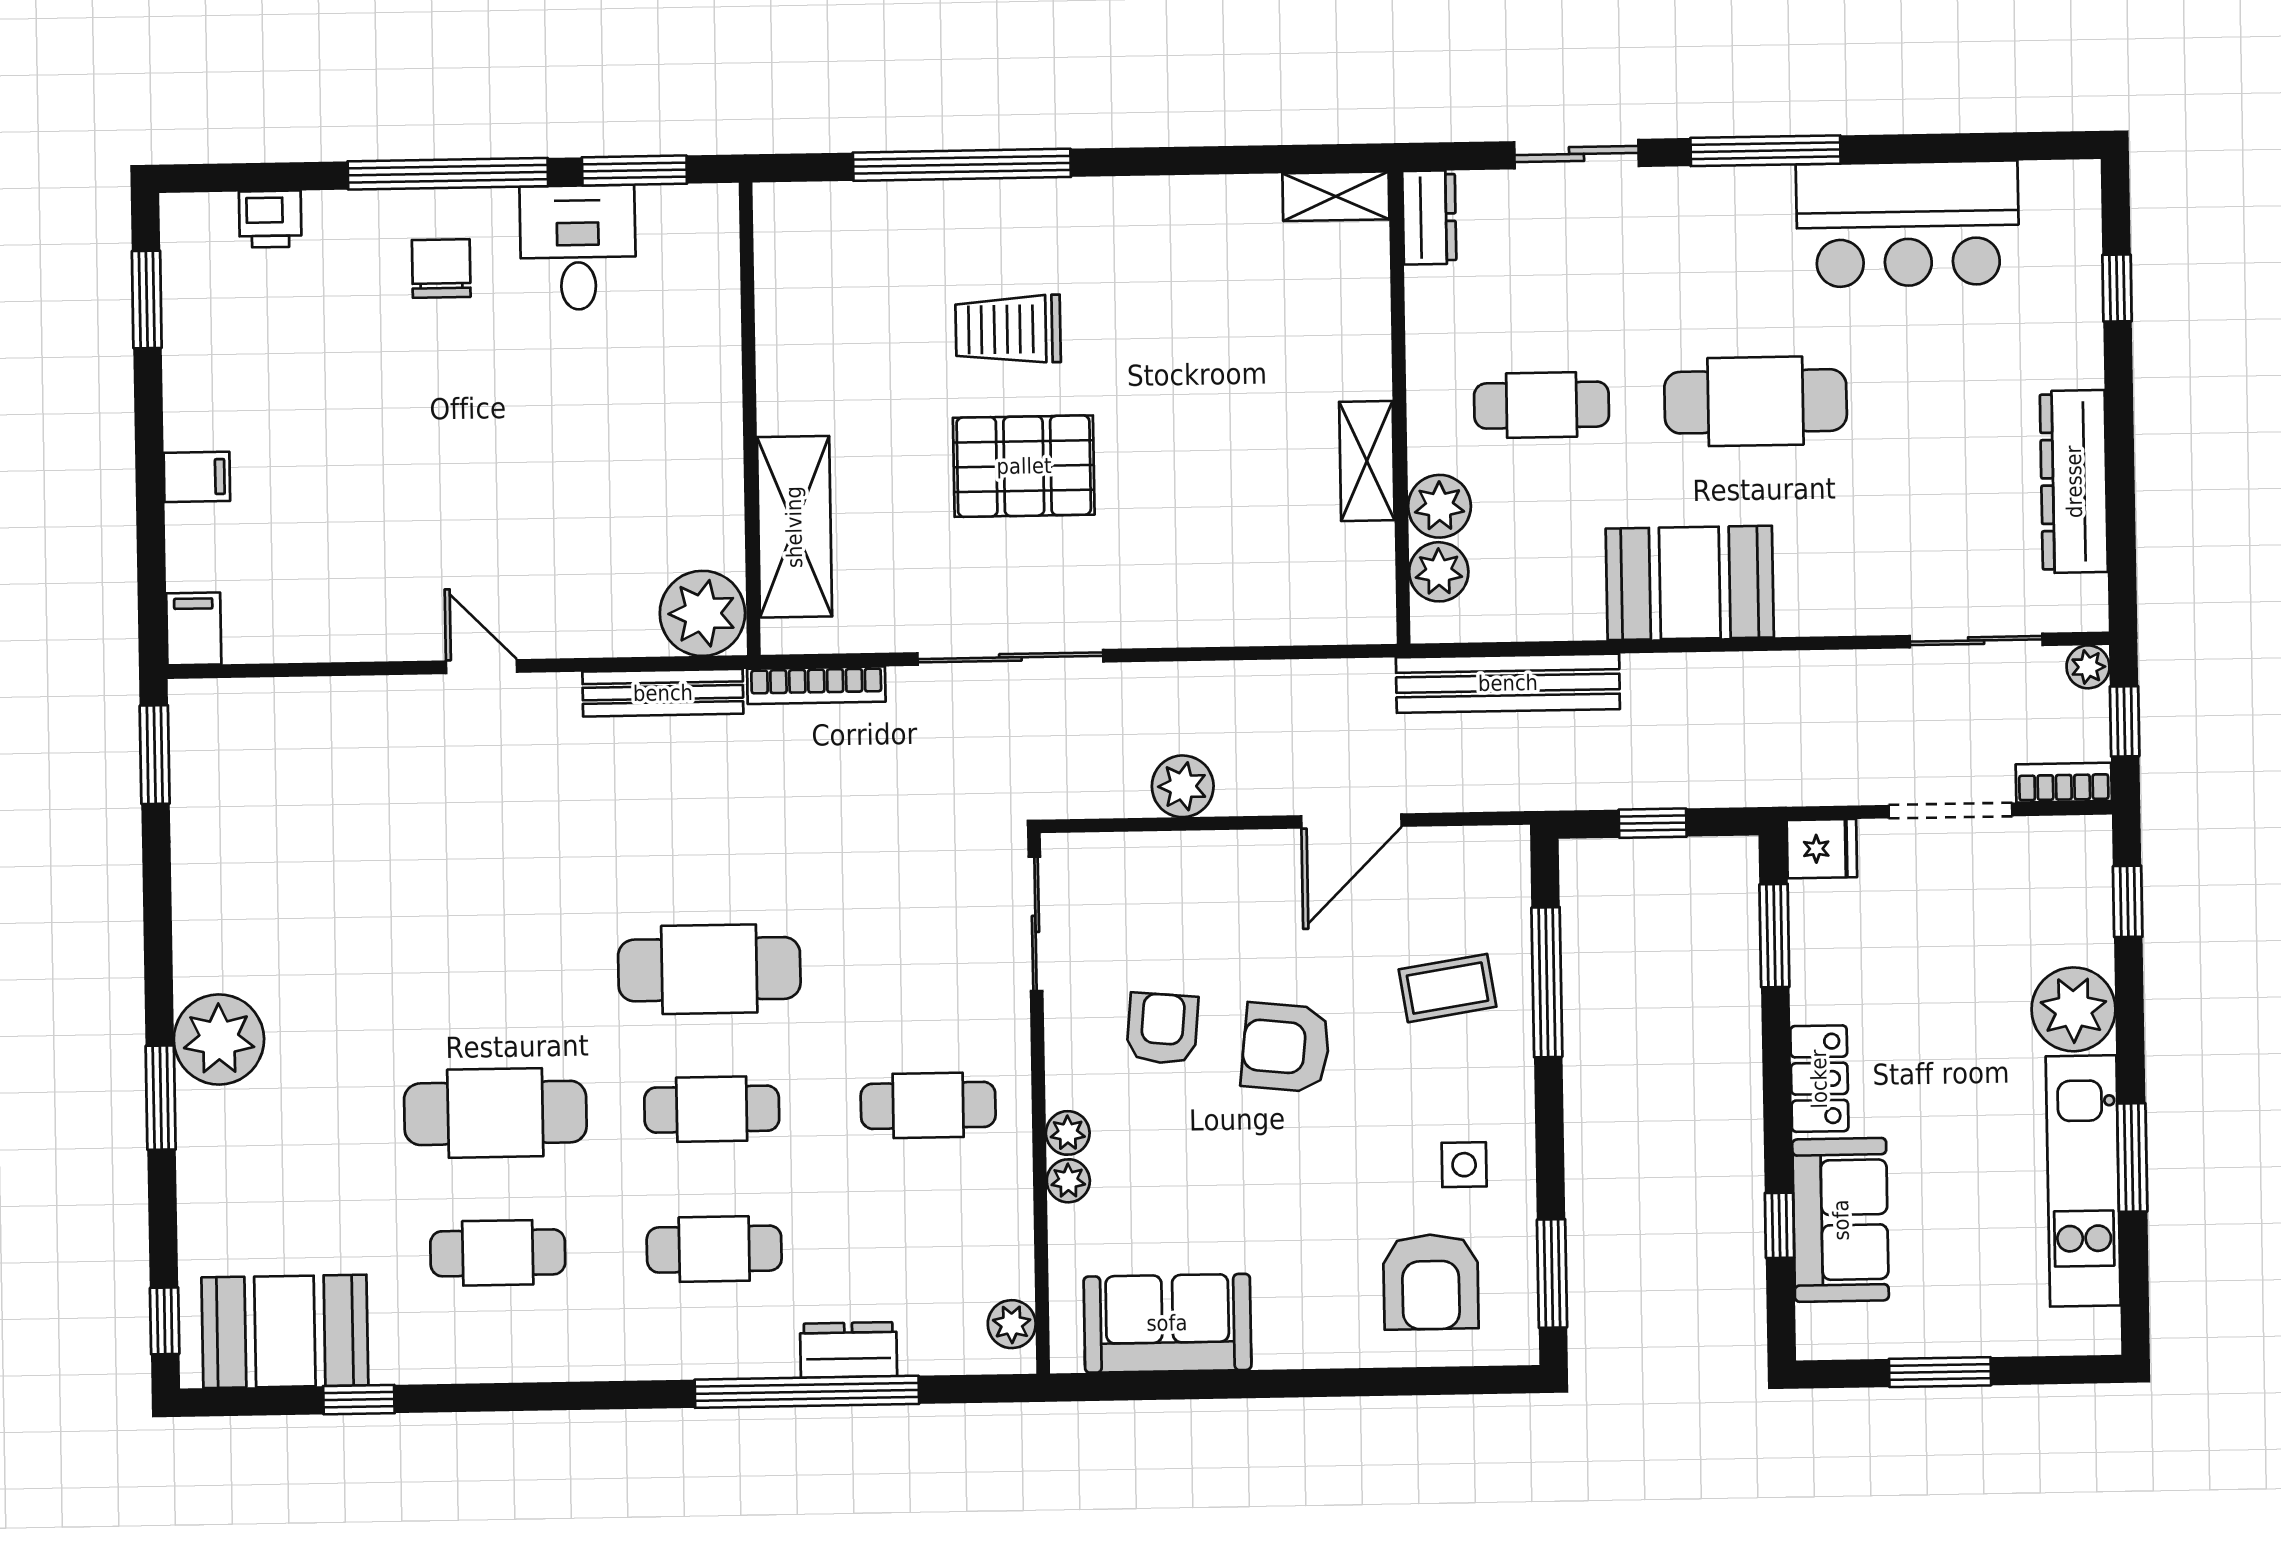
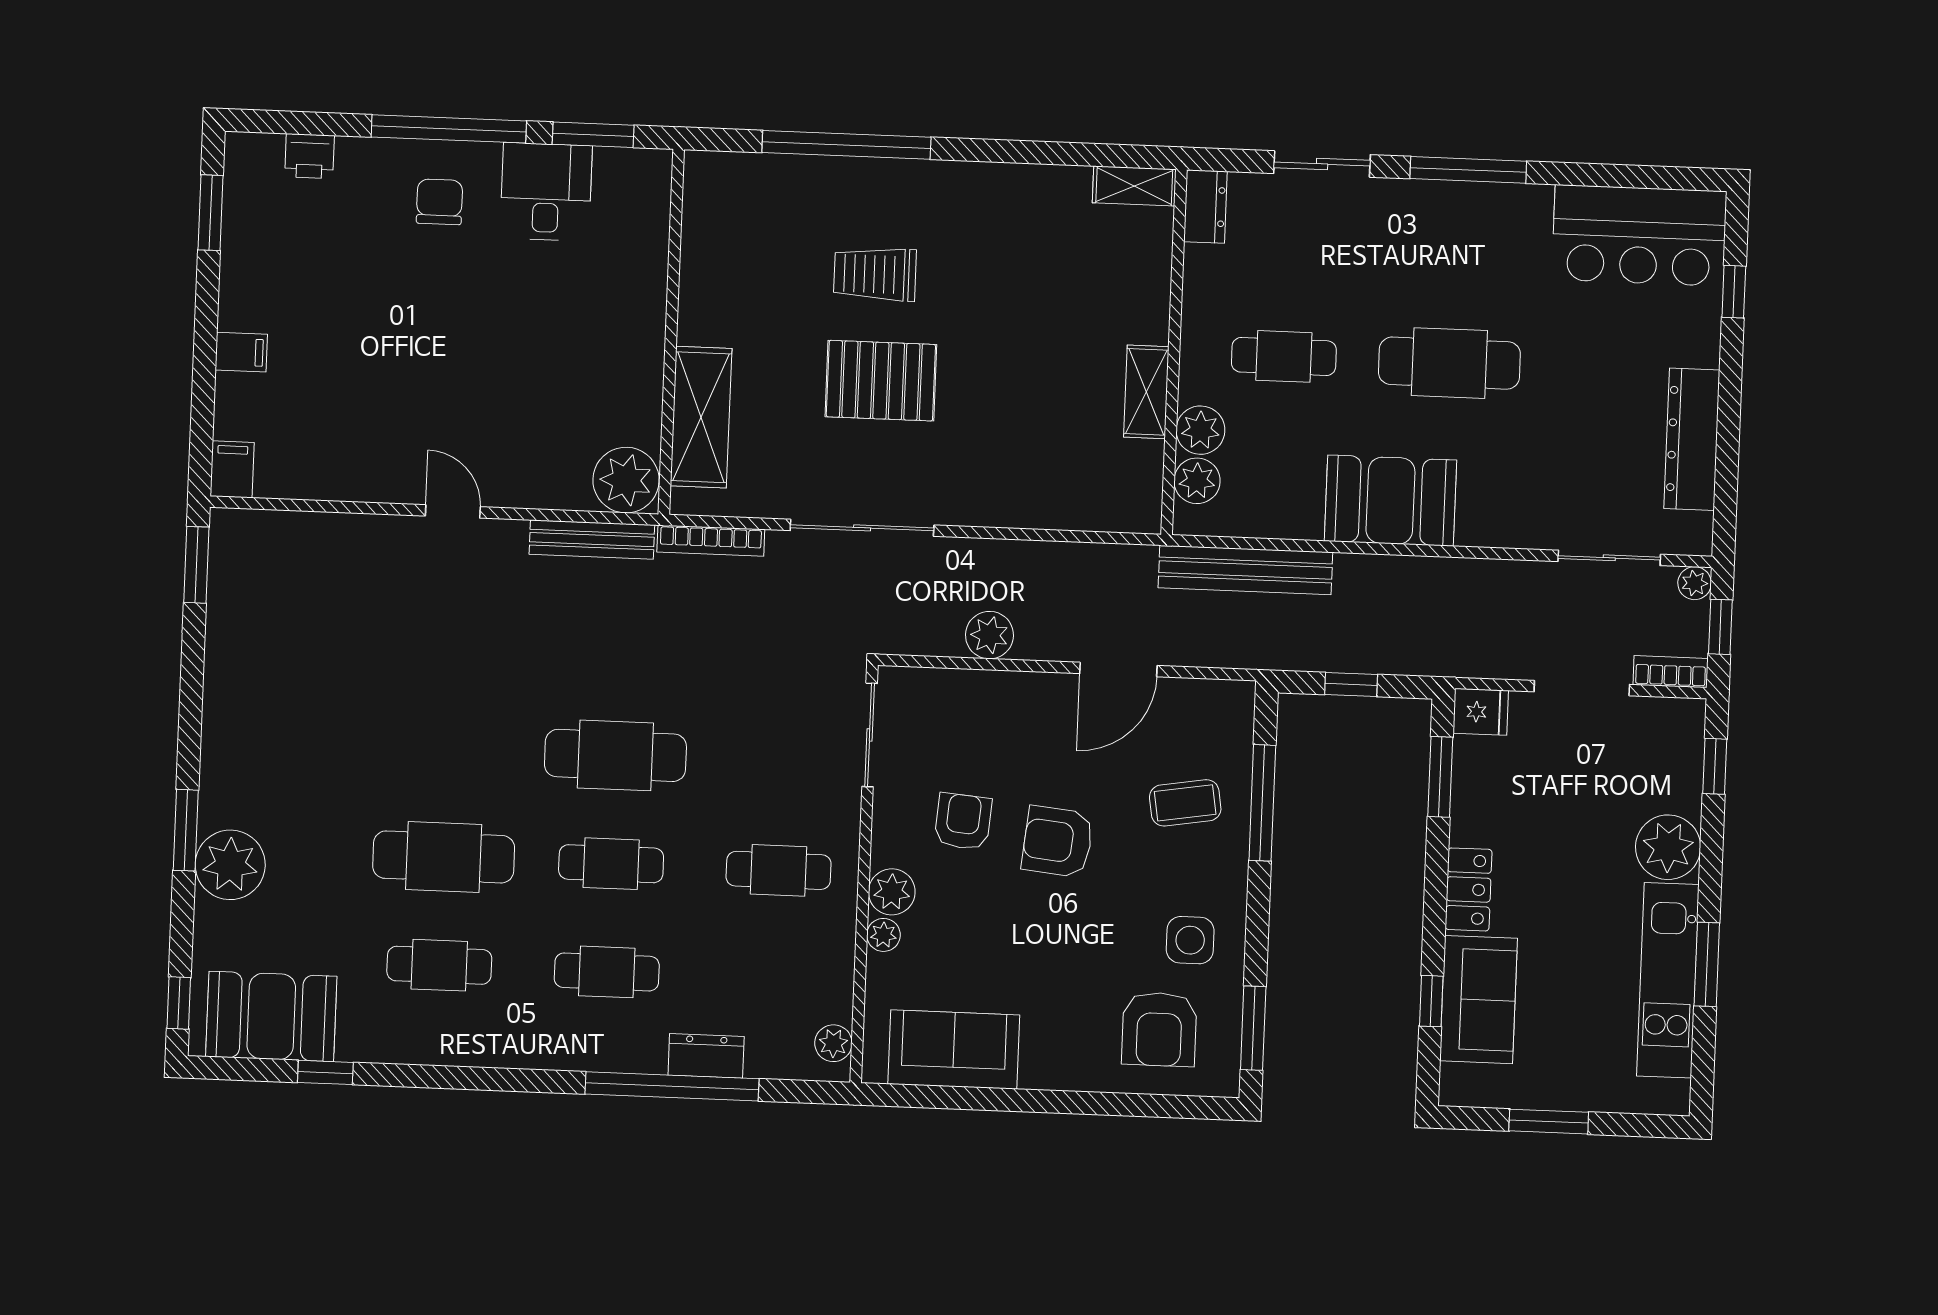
bar counter: (1908, 224) -> (1639, 235), moved
plant: (219, 1039) -> (230, 865), moved
plant: (1068, 1133) -> (892, 892), width x1.38, depth x1.38
side table: (1464, 1165) -> (1190, 940), width x1.37, depth x1.37

